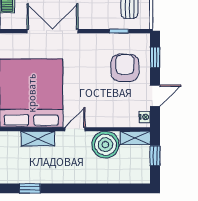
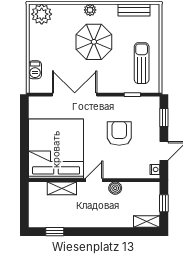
armchair: (125, 68) -> (119, 133), moved
shelving: (135, 138) -> (147, 222), moved
boiler: (105, 145) -> (115, 188), width x0.54, depth x0.54

